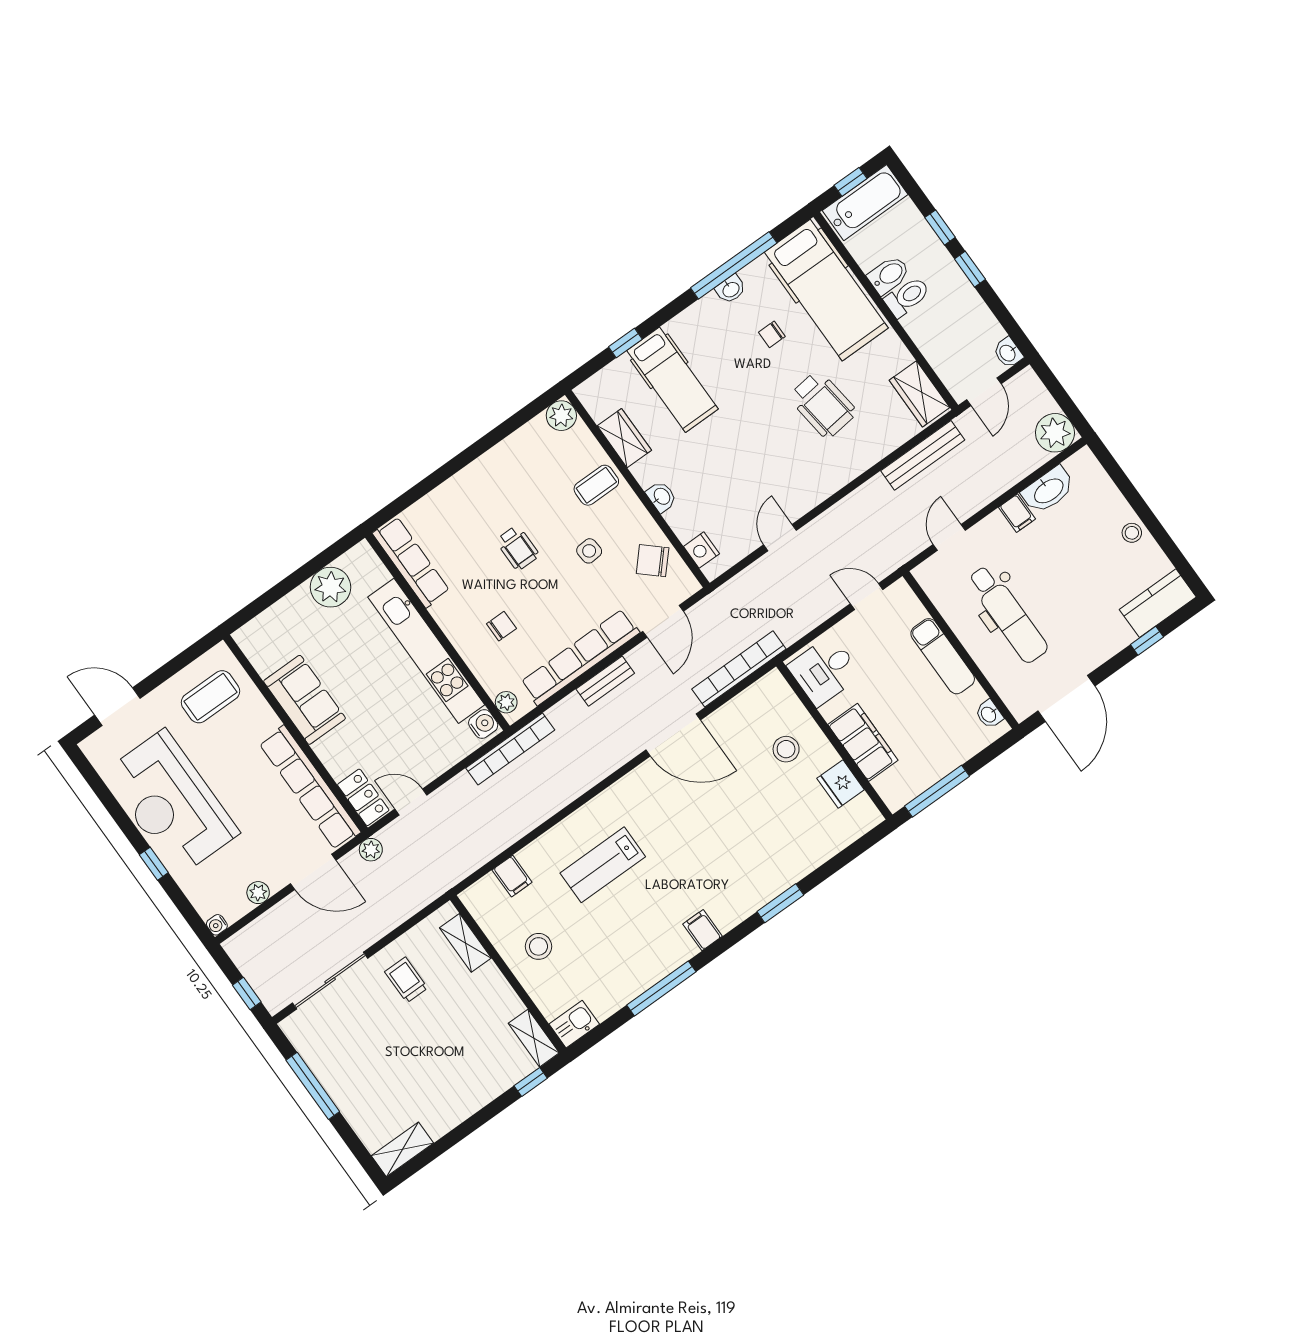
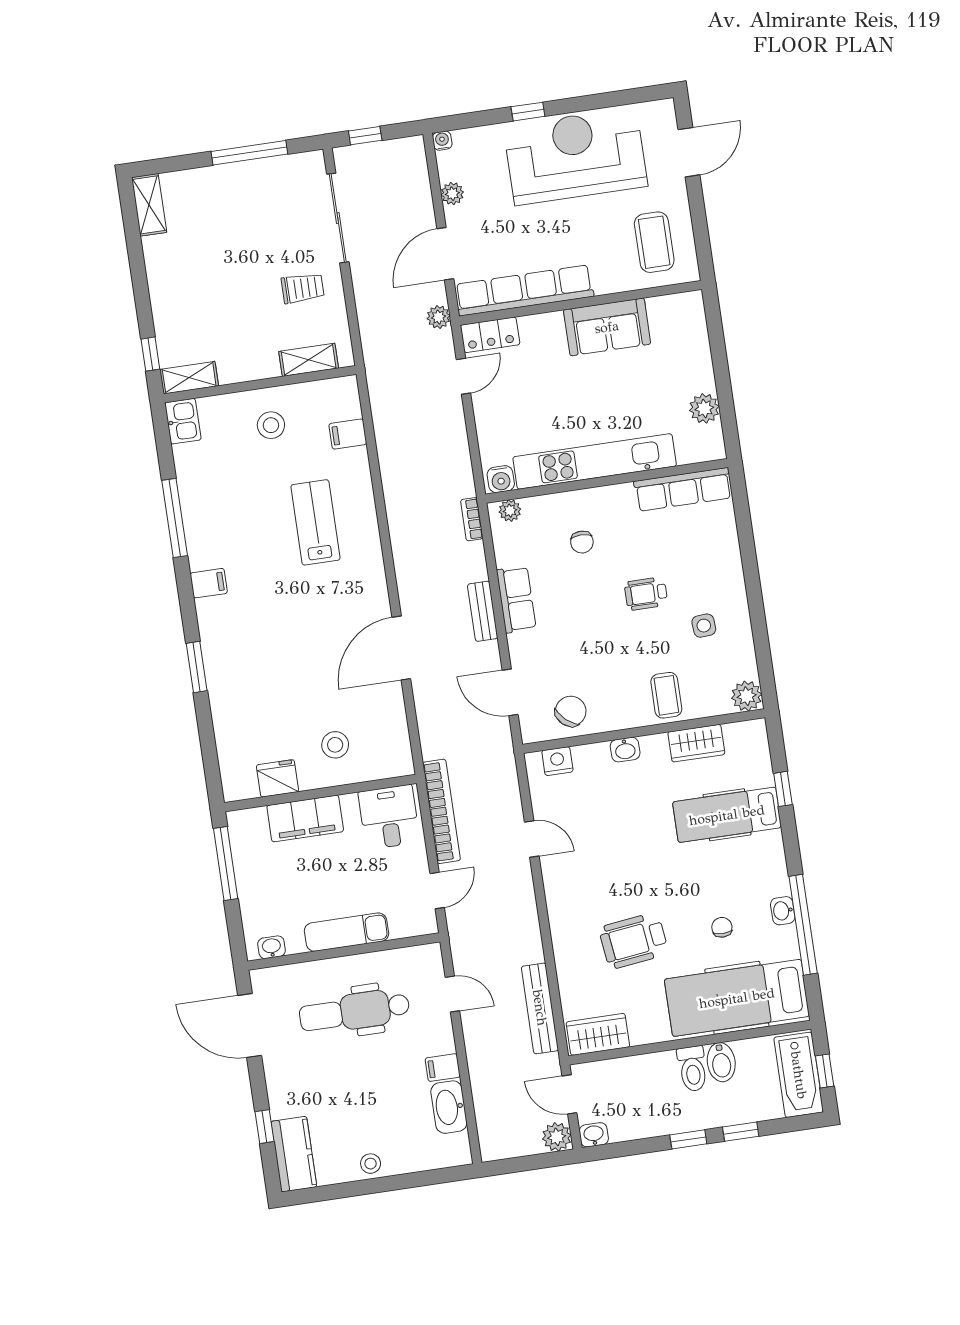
plant: (1055, 433) -> (557, 1137), moved, width x0.73, depth x0.73
side table: (589, 551) -> (704, 626), moved
plant: (331, 587) -> (704, 408), width x0.73, depth x0.73
row of seats: (580, 657) -> (516, 599), width x0.50
bookcase: (739, 669) -> (441, 811), moved
bookcase: (510, 749) -> (472, 519), width x0.43, depth x0.76

